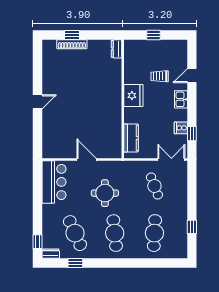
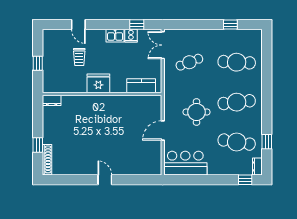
shoe rack: (72, 44) -> (47, 159), moved
kitchen sink: (181, 99) -> (115, 36), moved
cafe table: (75, 233) -> (237, 142), turned 33

